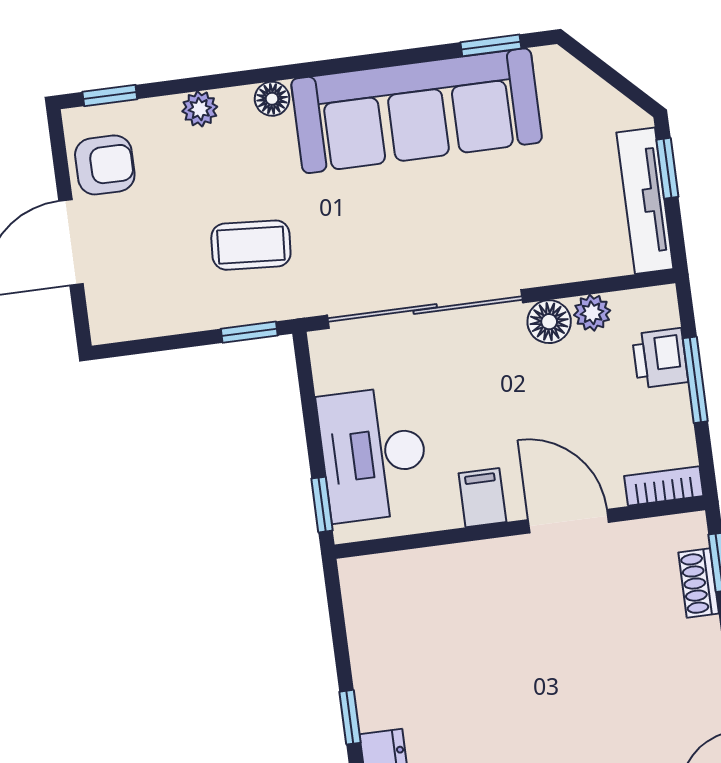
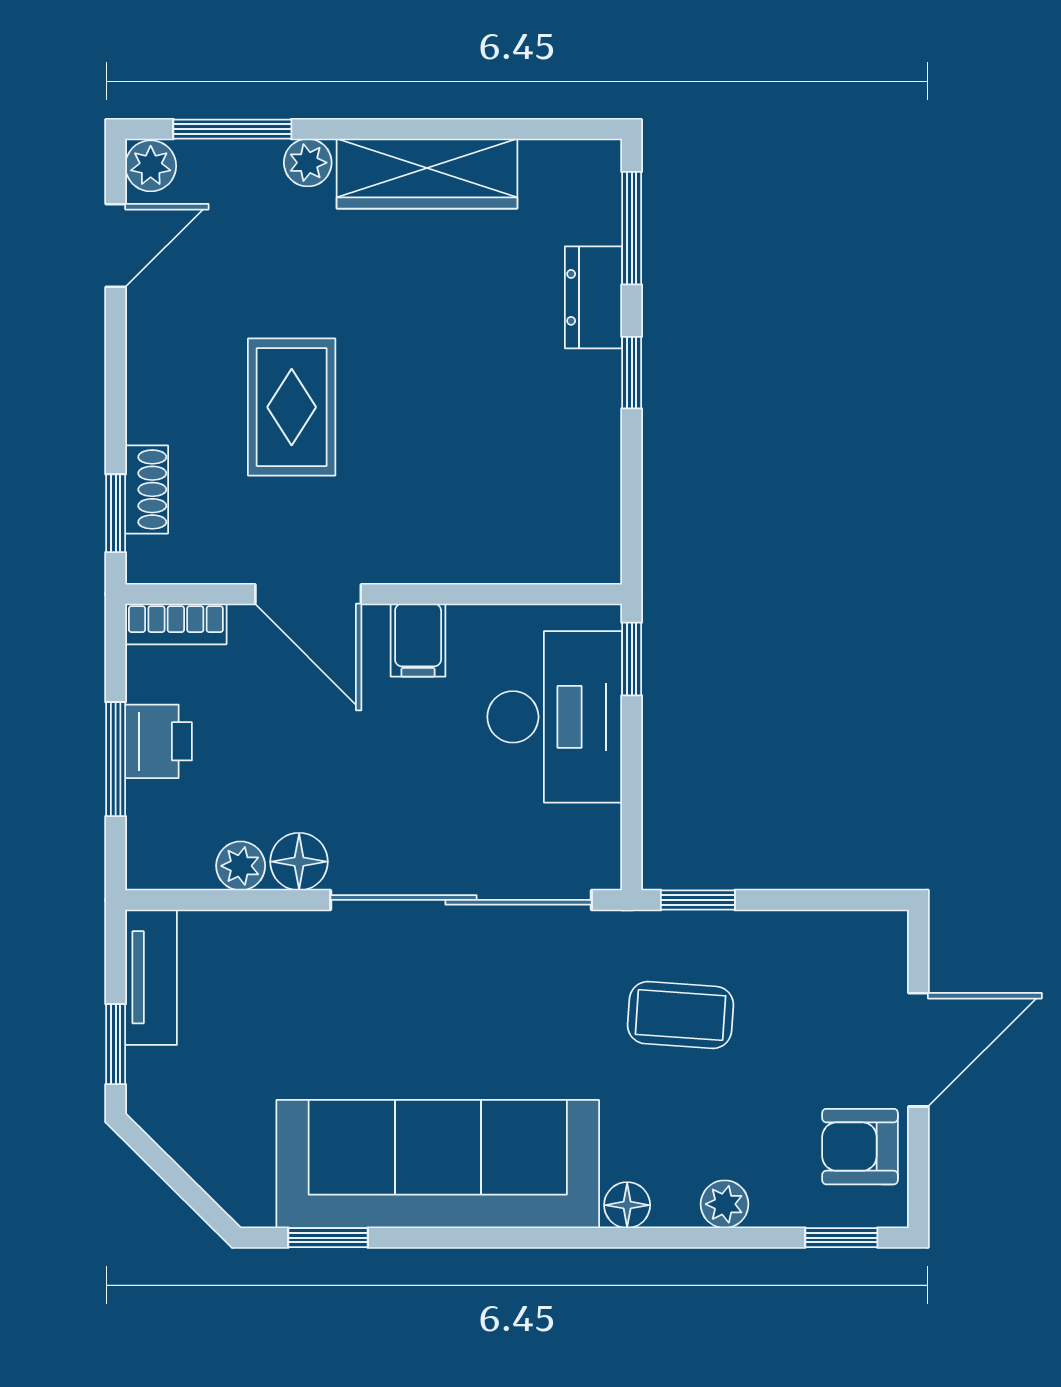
tv unit: (645, 201) -> (151, 977), width x0.71
printer: (660, 358) -> (159, 741), moved
rug: (599, 658) -> (292, 407), added

